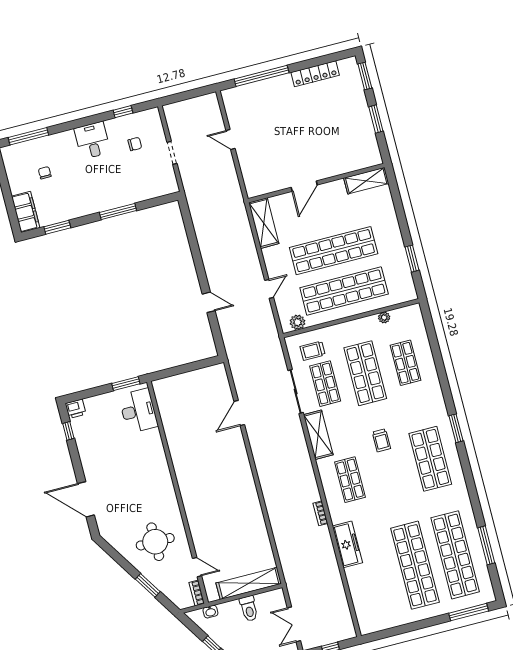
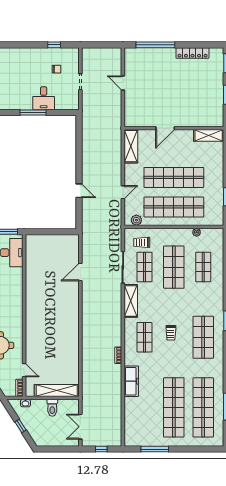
desk: (92, 140) -> (44, 98), moved, turned 180
trolley: (381, 440) -> (171, 333), moved
window: (469, 612) -> (155, 449), moved

